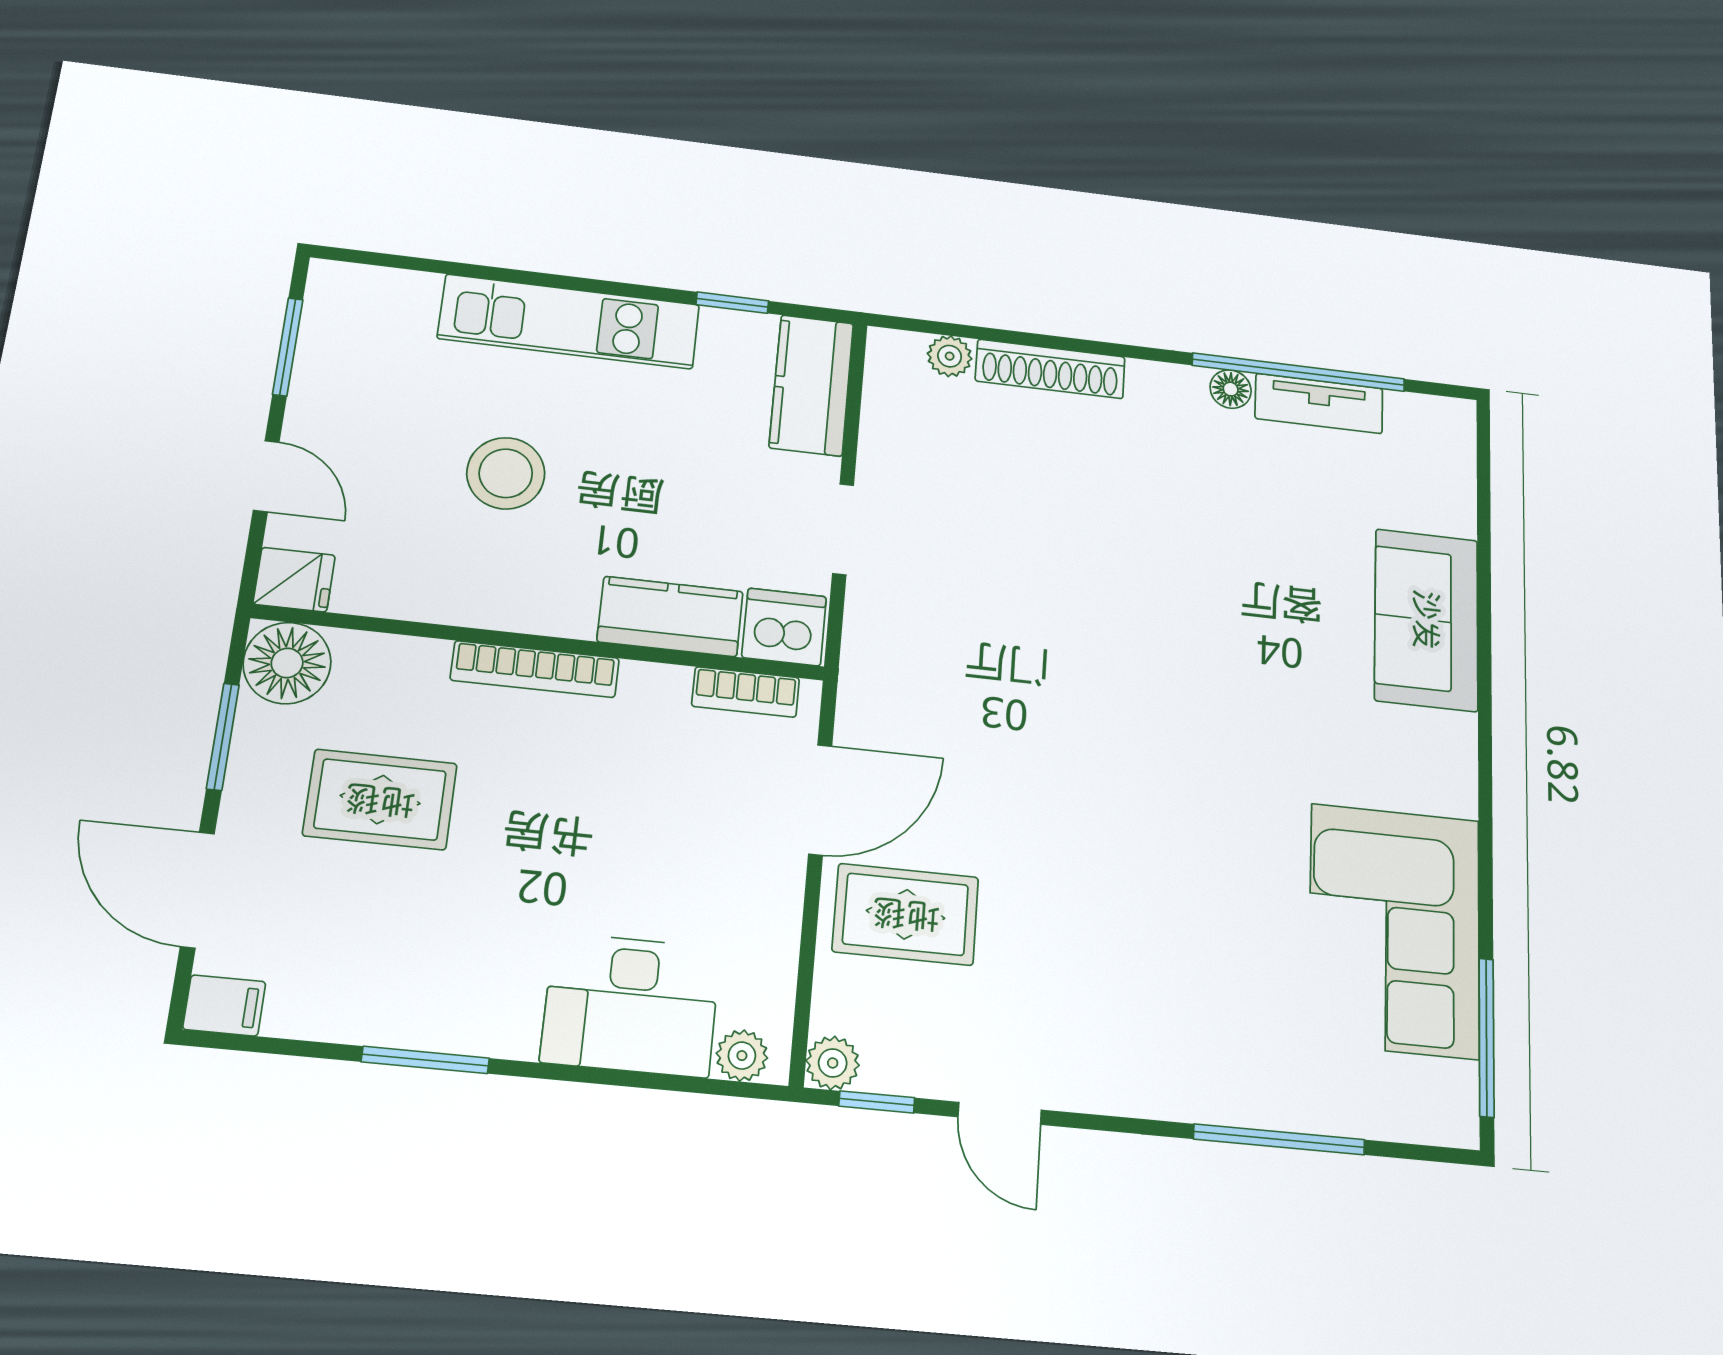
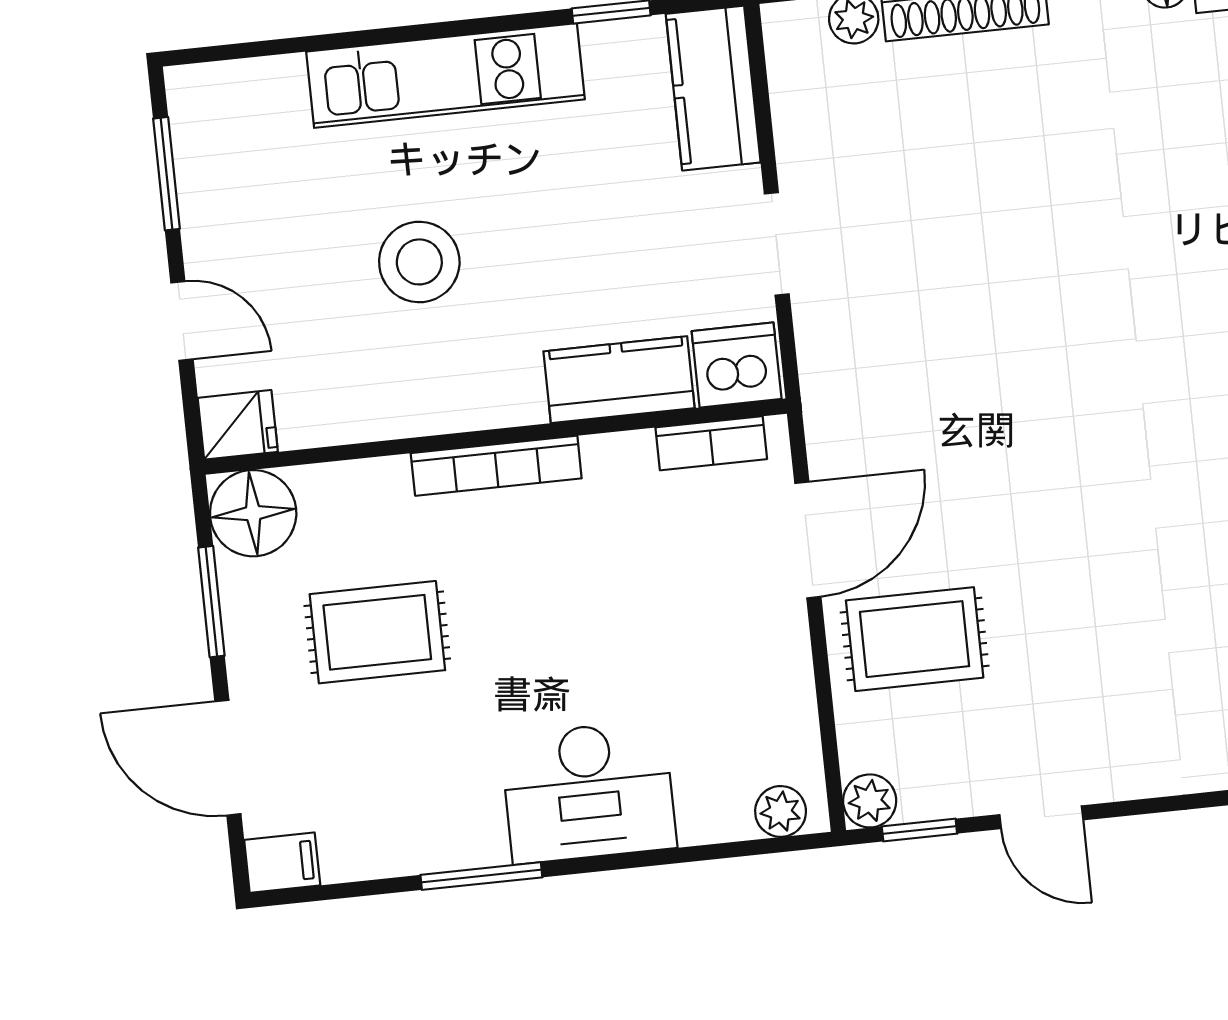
desk: (631, 1005) -> (588, 792), moved

